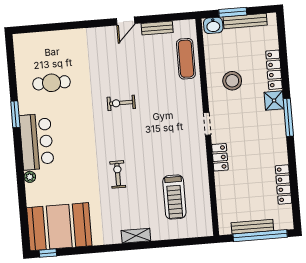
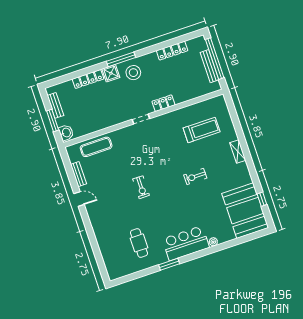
bench: (245, 21) -> (55, 105), width x0.73
stool: (232, 81) -> (133, 73), moved
window: (48, 253) -> (262, 199), moved

